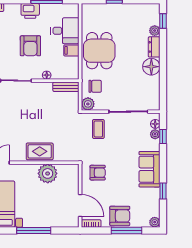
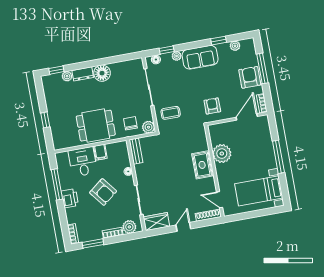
armchair: (30, 46) -> (103, 192), turned 52
plant: (155, 134) -> (177, 56), moved
plant: (155, 222) -> (235, 46), moved

